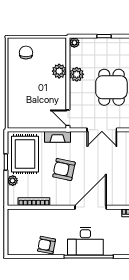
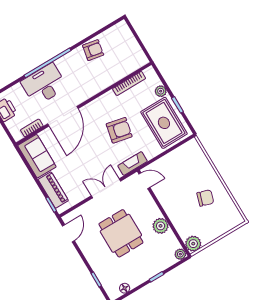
chair: (26, 53) -> (205, 198), moved, turned -72
plant: (59, 71) -> (193, 244), moved
fireplace: (57, 137) -> (133, 163), moved
door: (91, 207) -> (63, 116), moved
desk: (85, 241) -> (44, 85), moved

